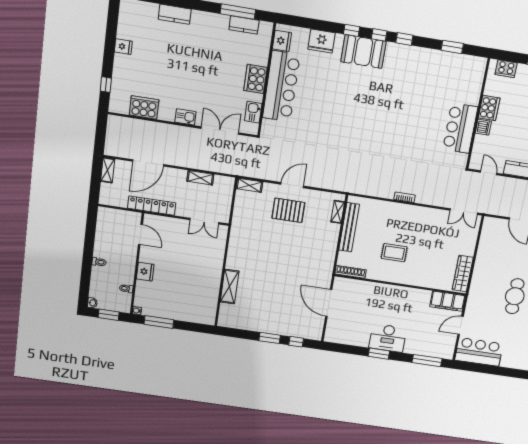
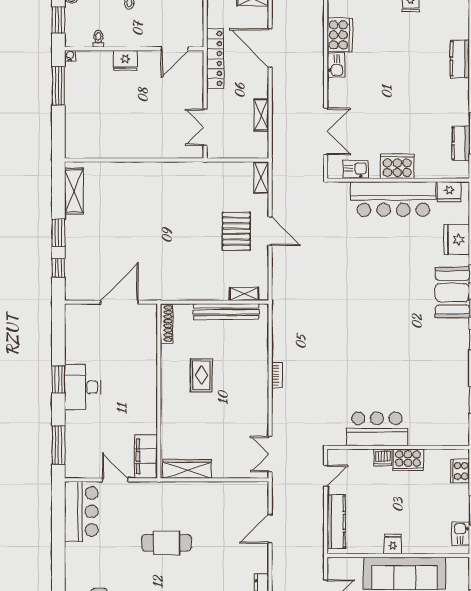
kitchen sink: (185, 117) -> (336, 65), moved
shelving: (230, 287) -> (74, 191), moved, turned 90

